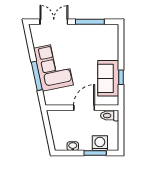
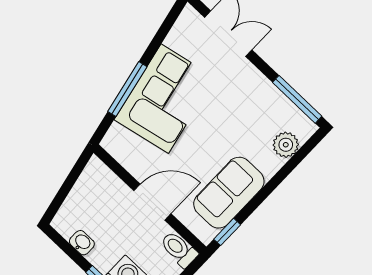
window: (90, 22) -> (297, 99), moved
plant: (112, 42) -> (286, 145), added
window: (121, 77) -> (227, 232), moved

